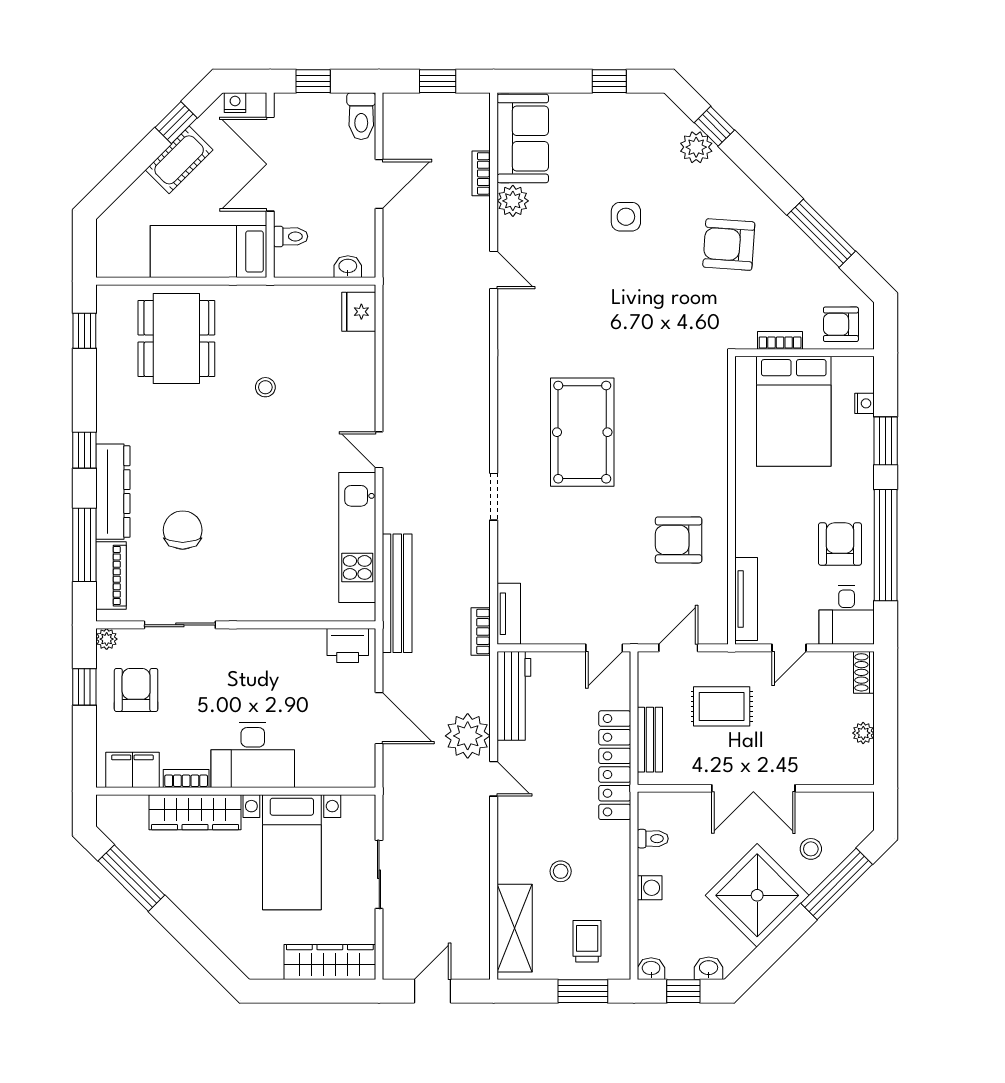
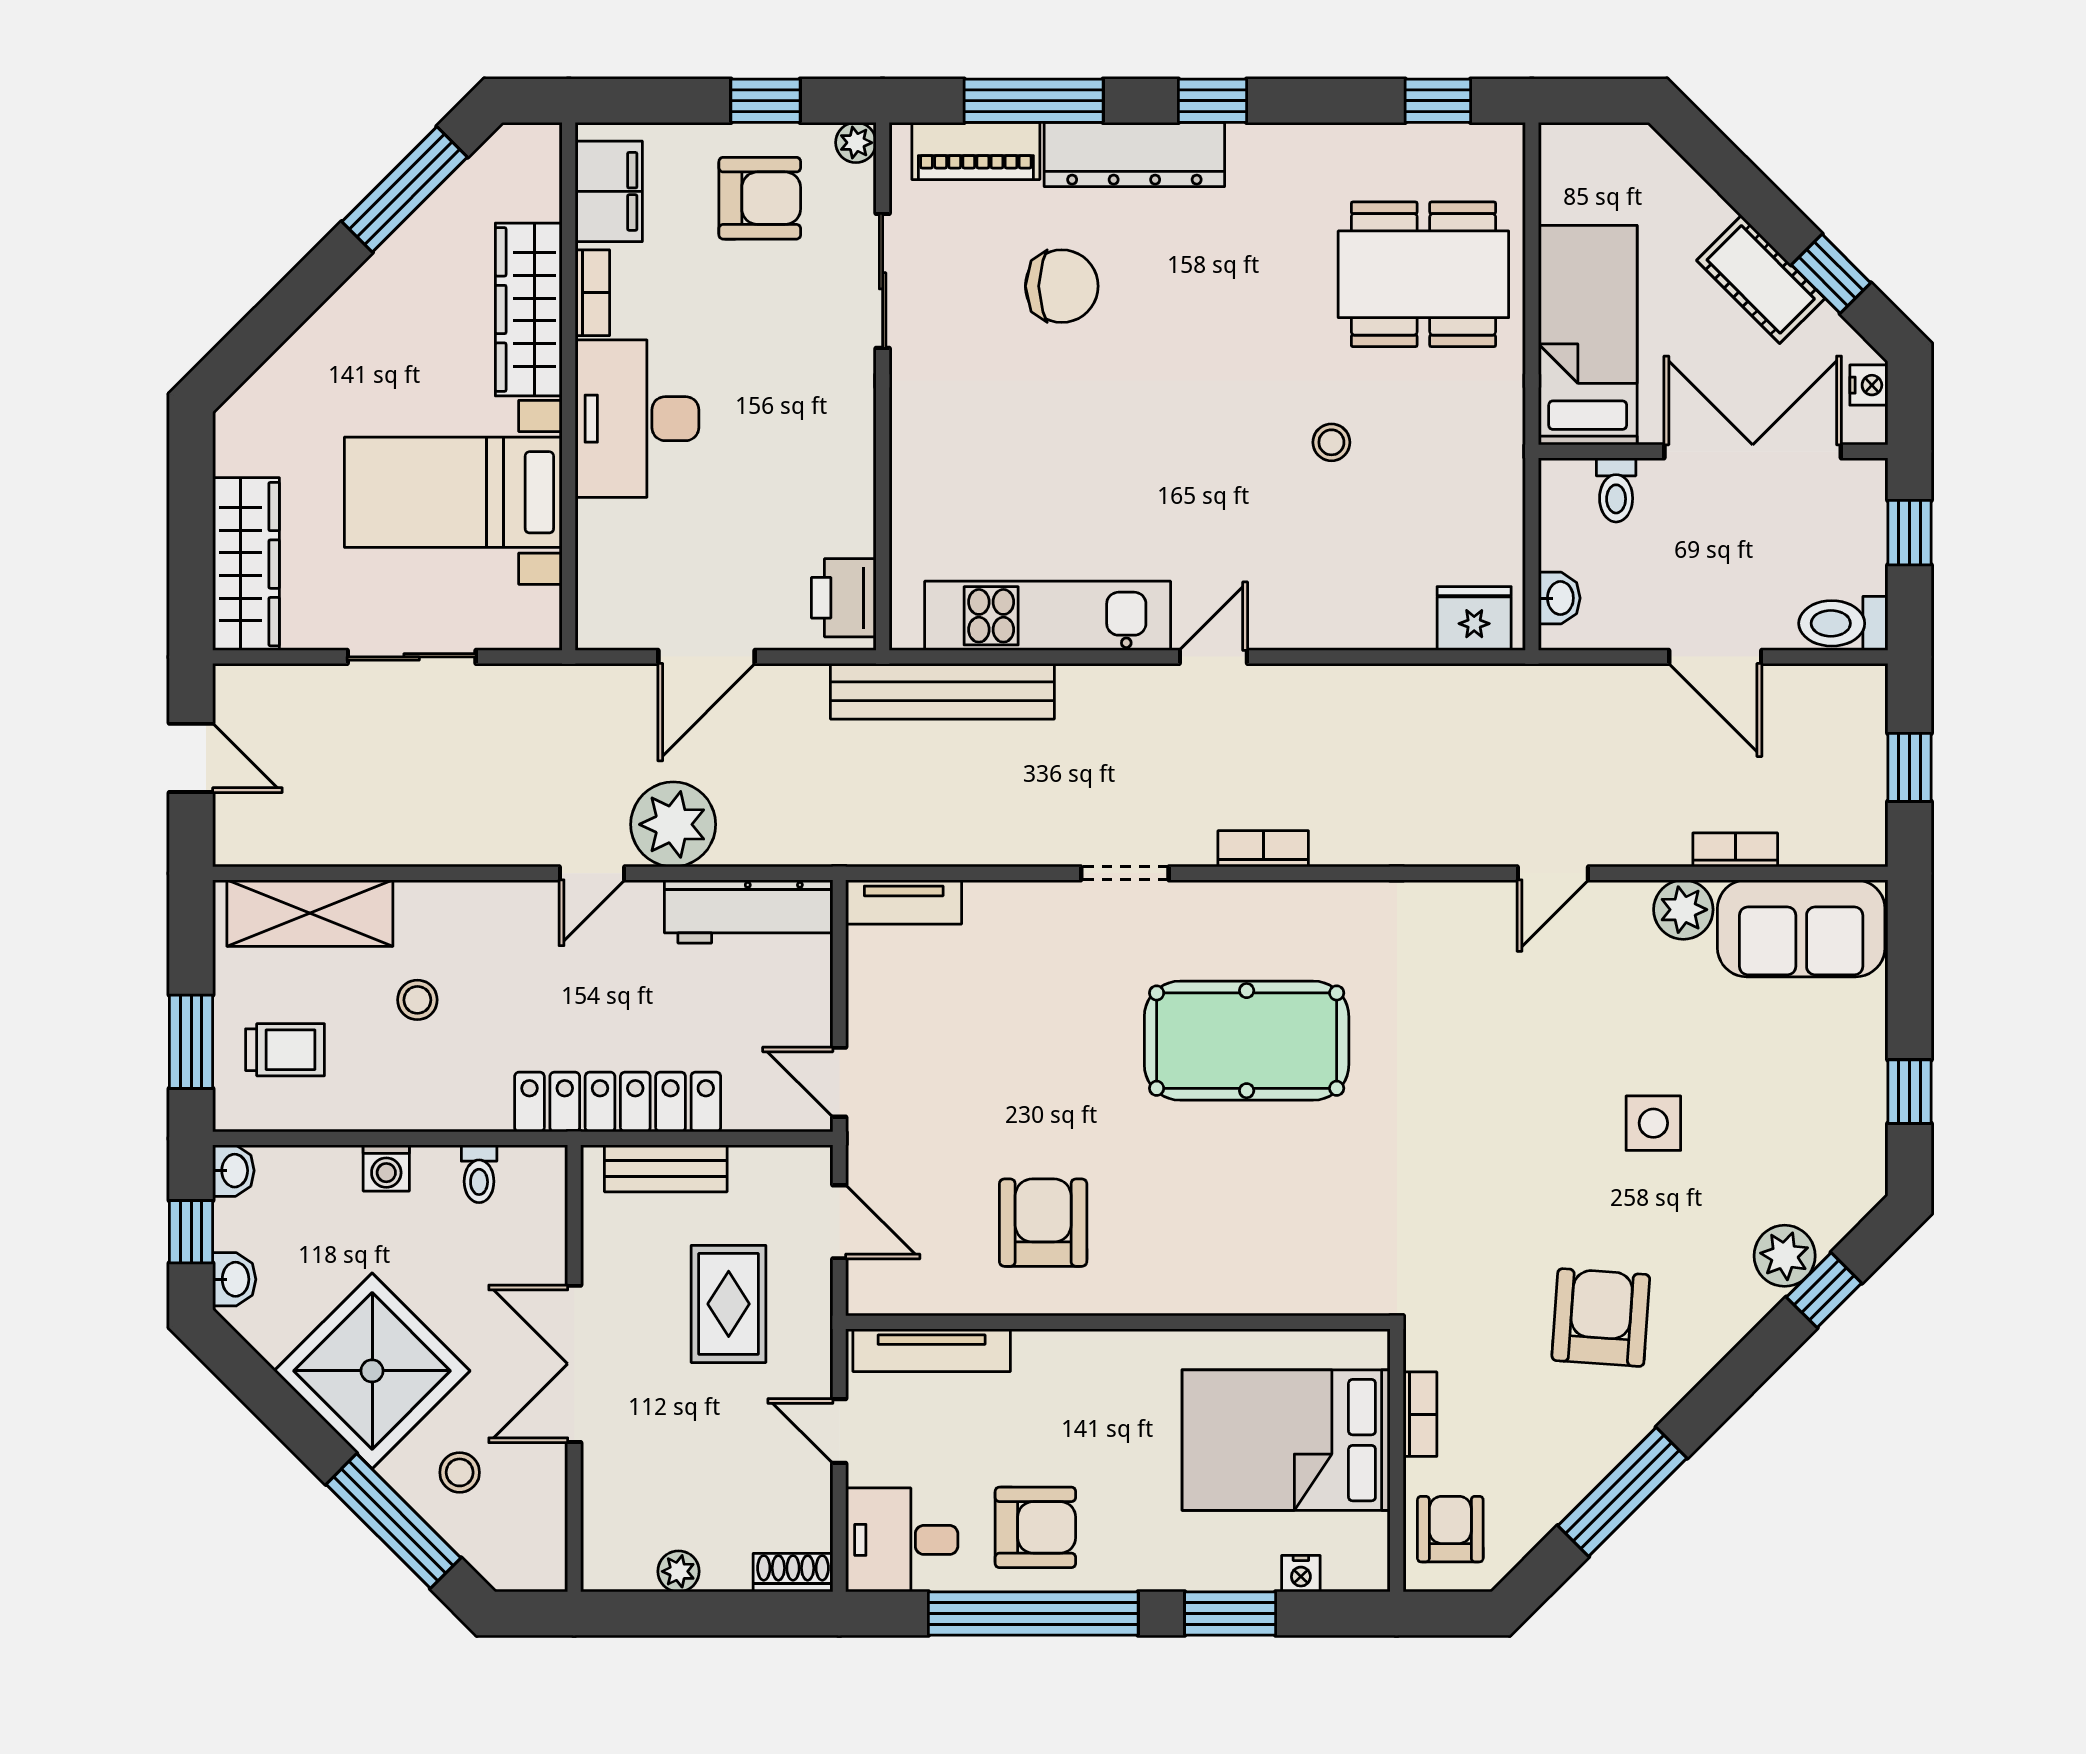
bookcase: (481, 632) -> (1263, 849), moved

